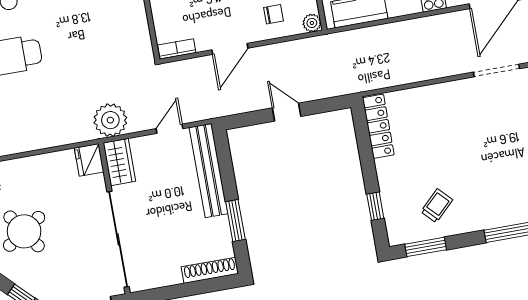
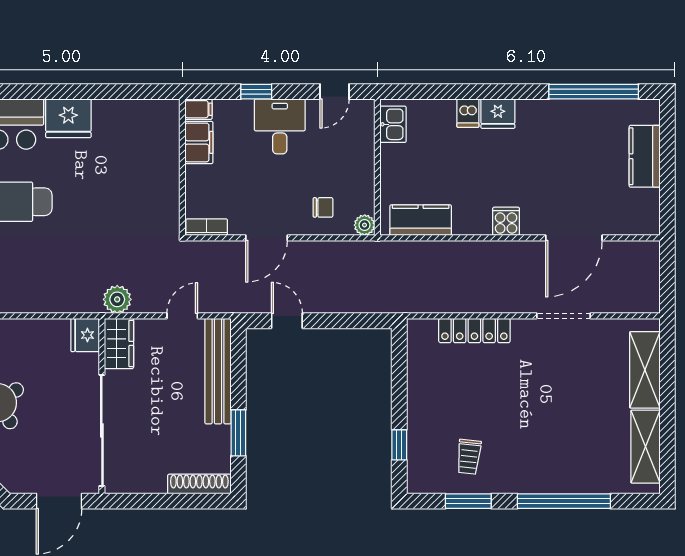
door: (287, 112) -> (287, 321), moved
plant: (110, 120) -> (117, 299), width x0.73, depth x0.73
locker: (378, 126) -> (474, 331), moved, turned 90
trolley: (437, 206) -> (469, 457), turned 140
window: (426, 247) -> (468, 501), moved

